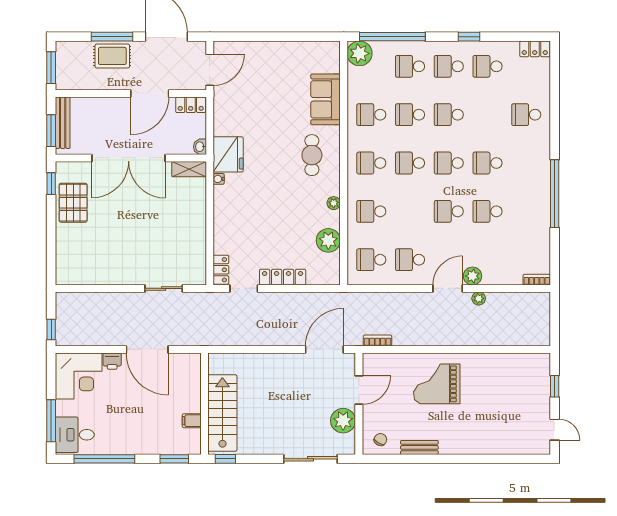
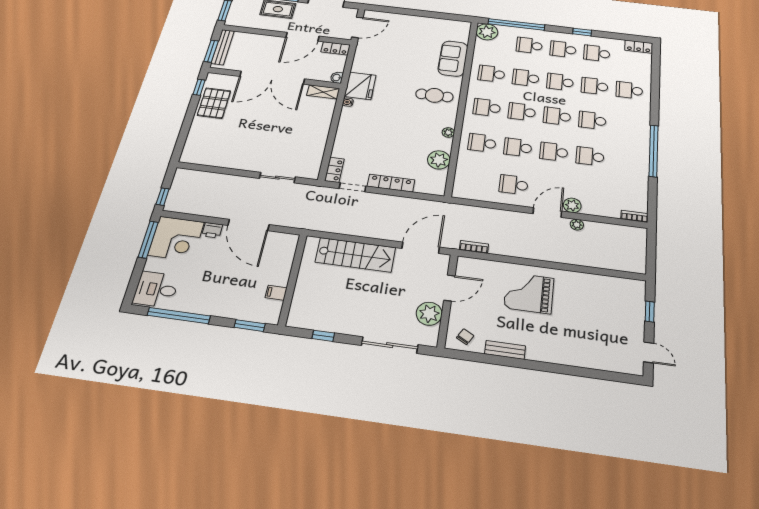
school desk: (487, 115) -> (595, 86), added
cafe table: (312, 155) -> (434, 95), turned 90
school desk: (371, 260) -> (518, 147), moved
stairs: (222, 413) -> (355, 255), moved, turned 90
window: (51, 421) -> (148, 240), moved
window: (225, 459) -> (323, 336), moved

